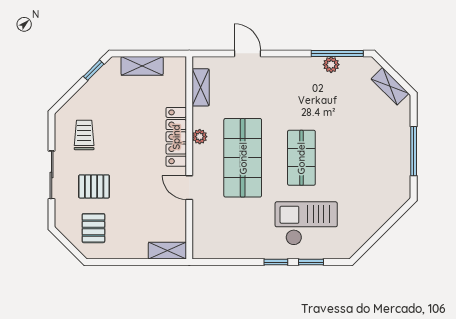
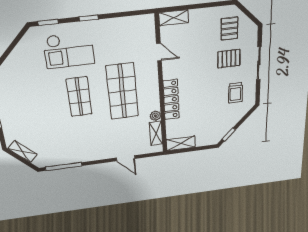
plant: (331, 65) -> (67, 159), removed
shelving: (142, 66) -> (181, 143), moved
plant: (200, 137) -> (155, 116), moved
door: (189, 188) -> (159, 52), moved
window: (311, 262) -> (48, 22), moved

